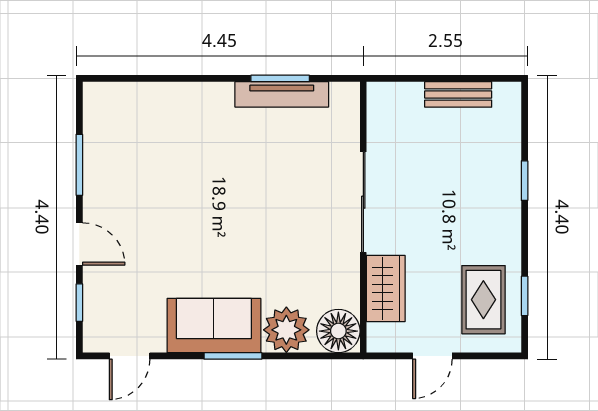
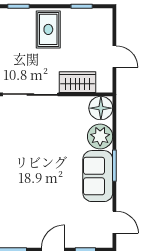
rug: (483, 300) -> (48, 29), moved, turned 90

